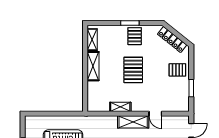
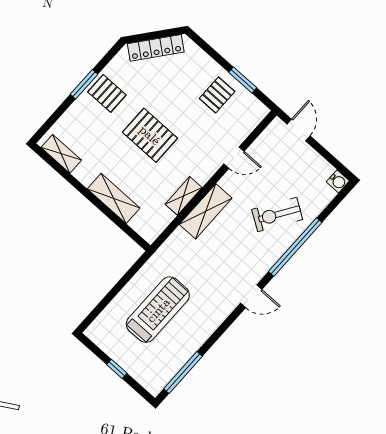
shelving: (93, 66) -> (114, 198), moved
pallet: (177, 70) -> (217, 95), moved
shelving: (133, 122) -> (206, 211), moved

